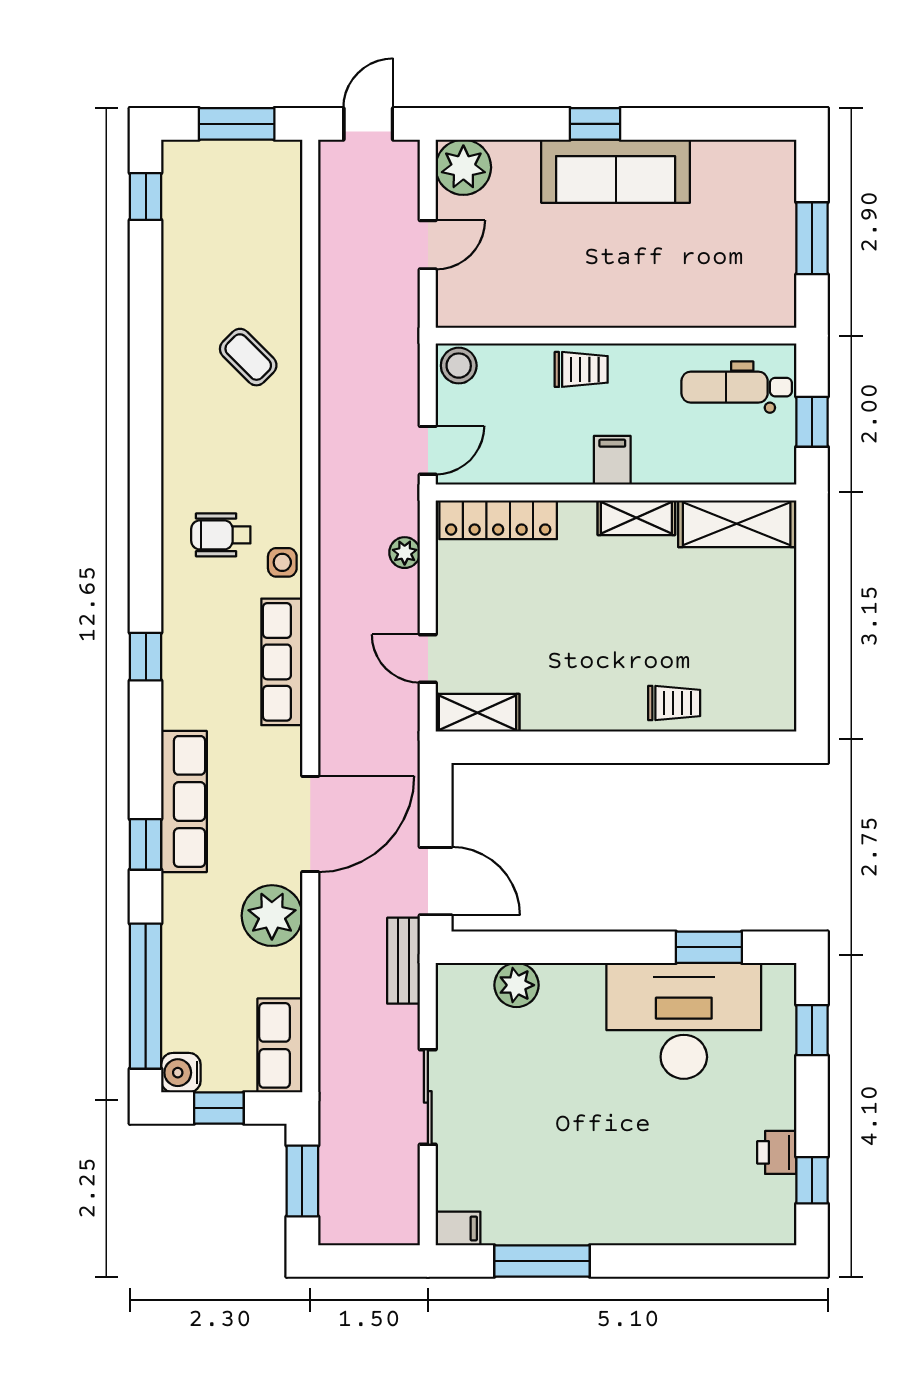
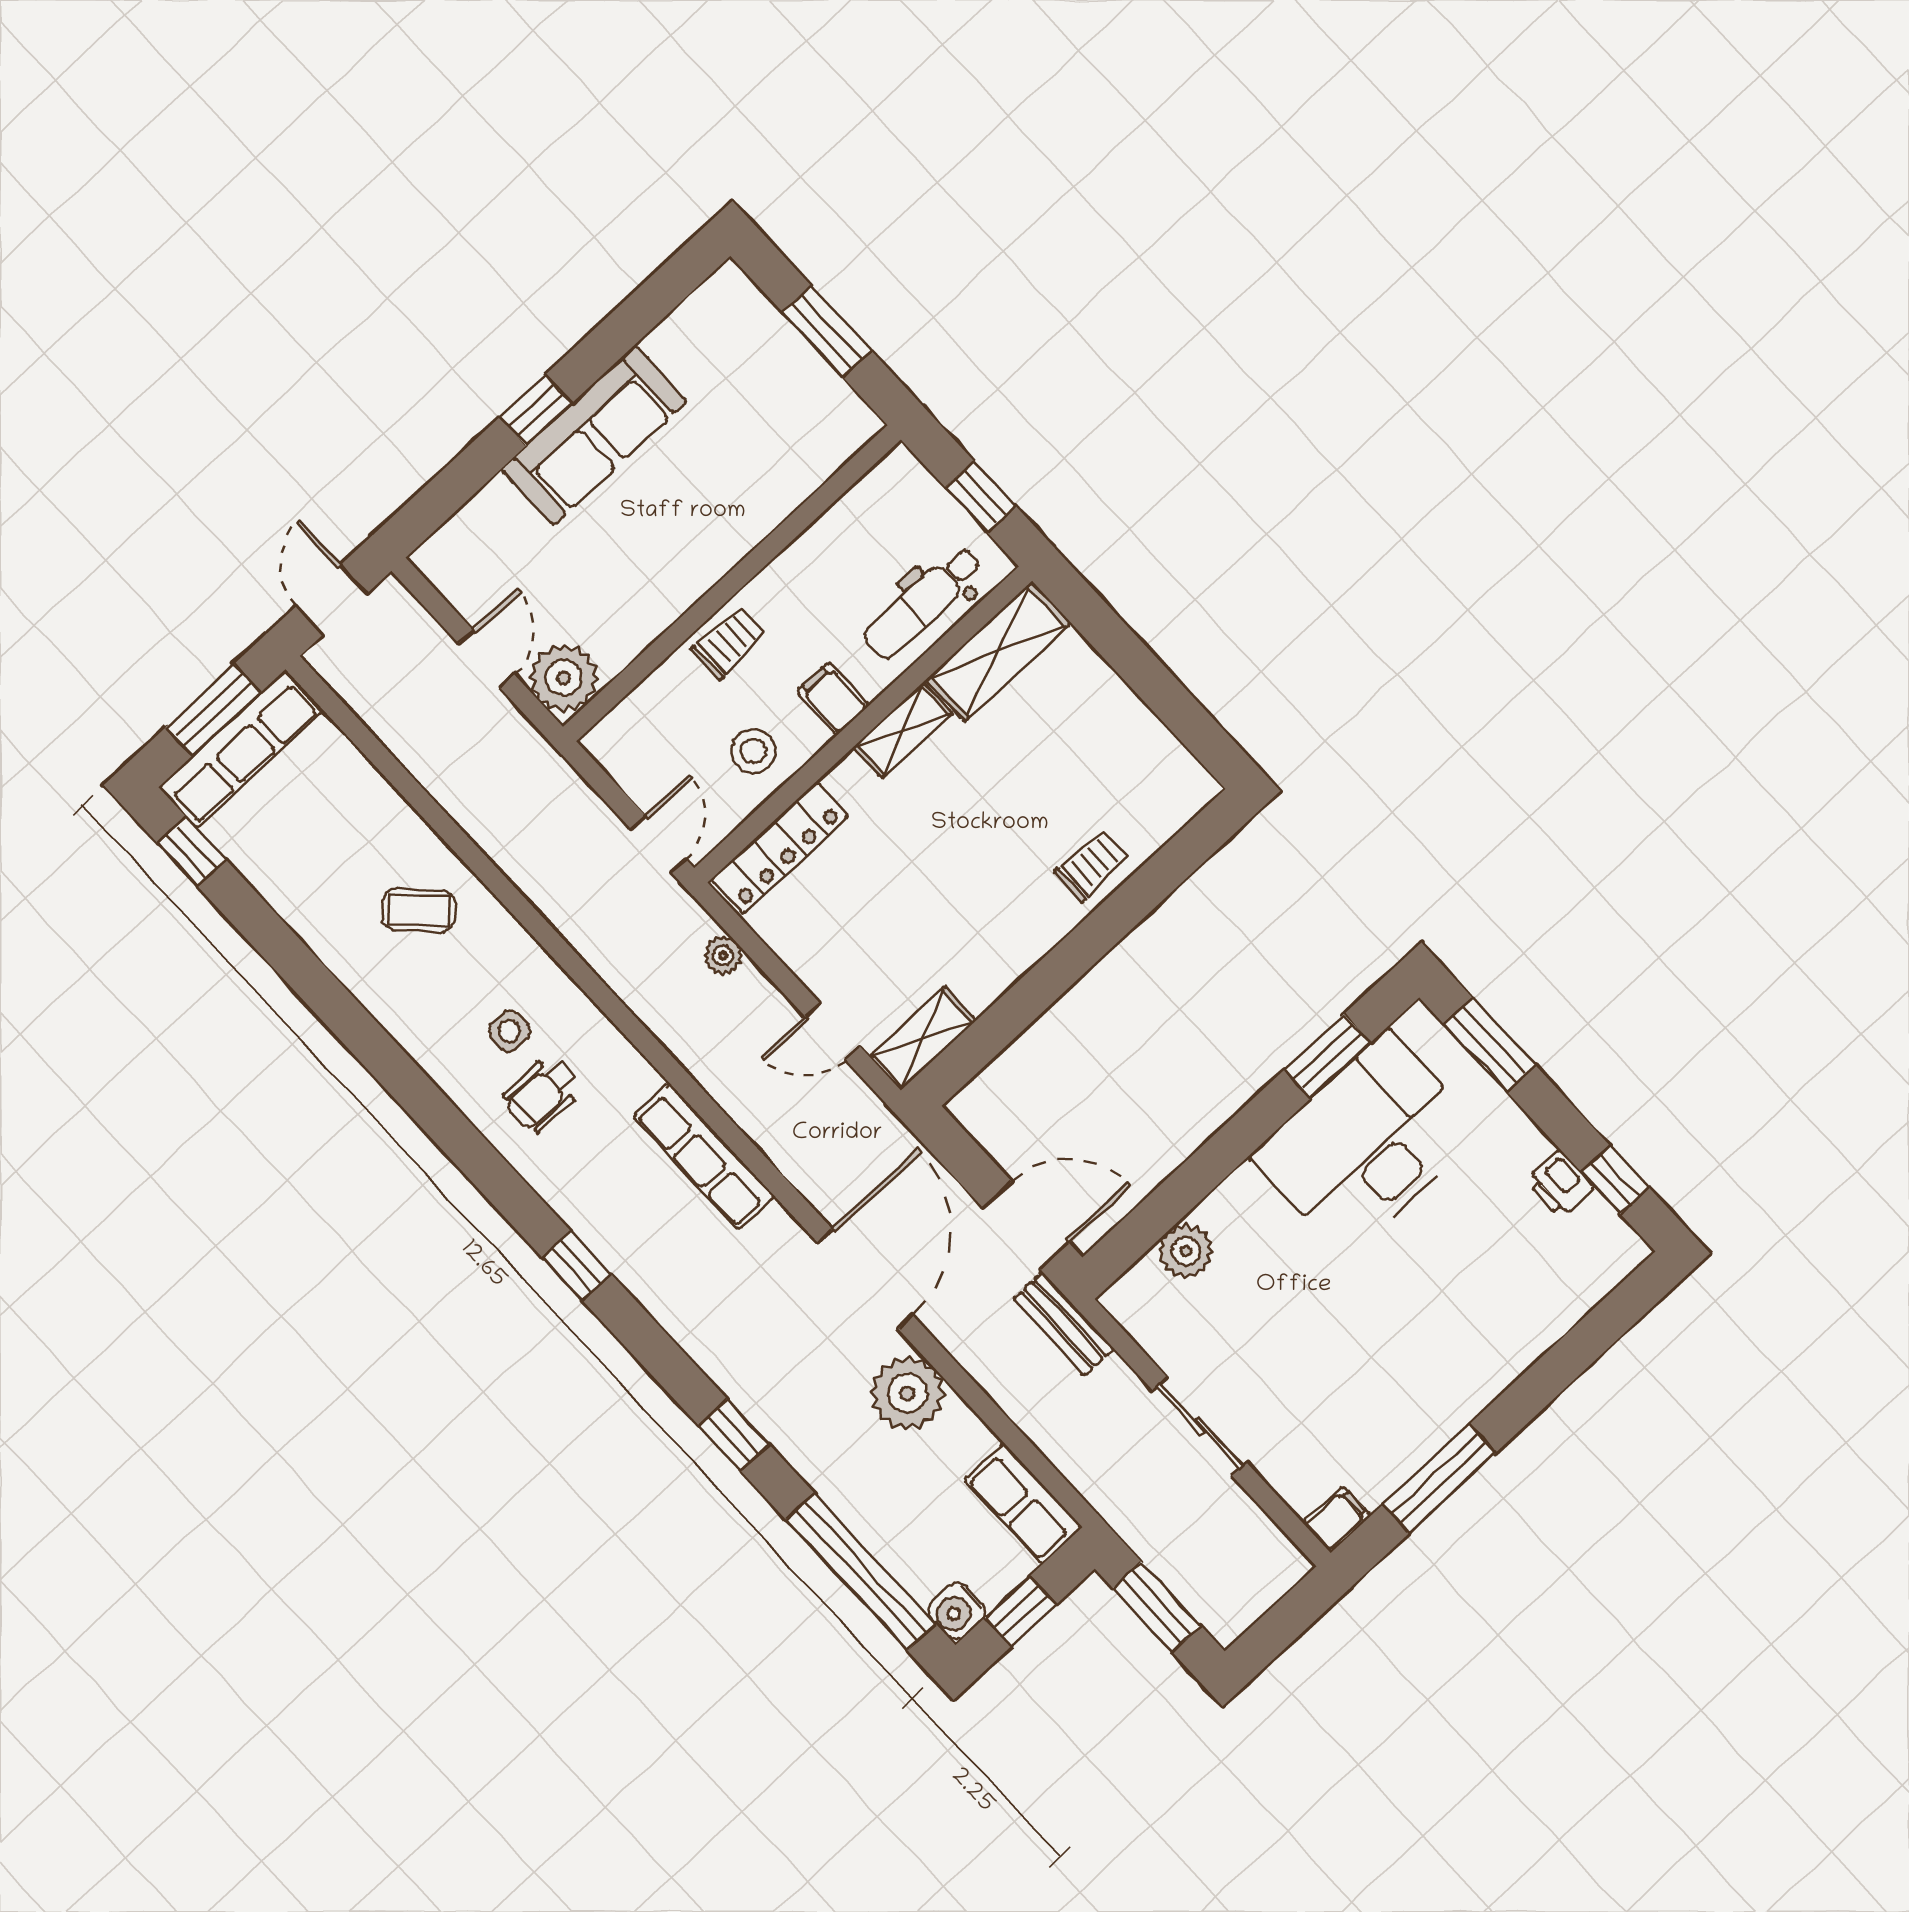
plant: (463, 167) -> (564, 678), moved
stool: (459, 366) -> (753, 751), moved
dental chair: (737, 387) -> (923, 603), moved
side table: (282, 562) -> (509, 1031), moved
row of seats: (184, 801) -> (241, 749), moved, turned 90
window: (812, 1030) -> (1490, 1045), width x1.50

